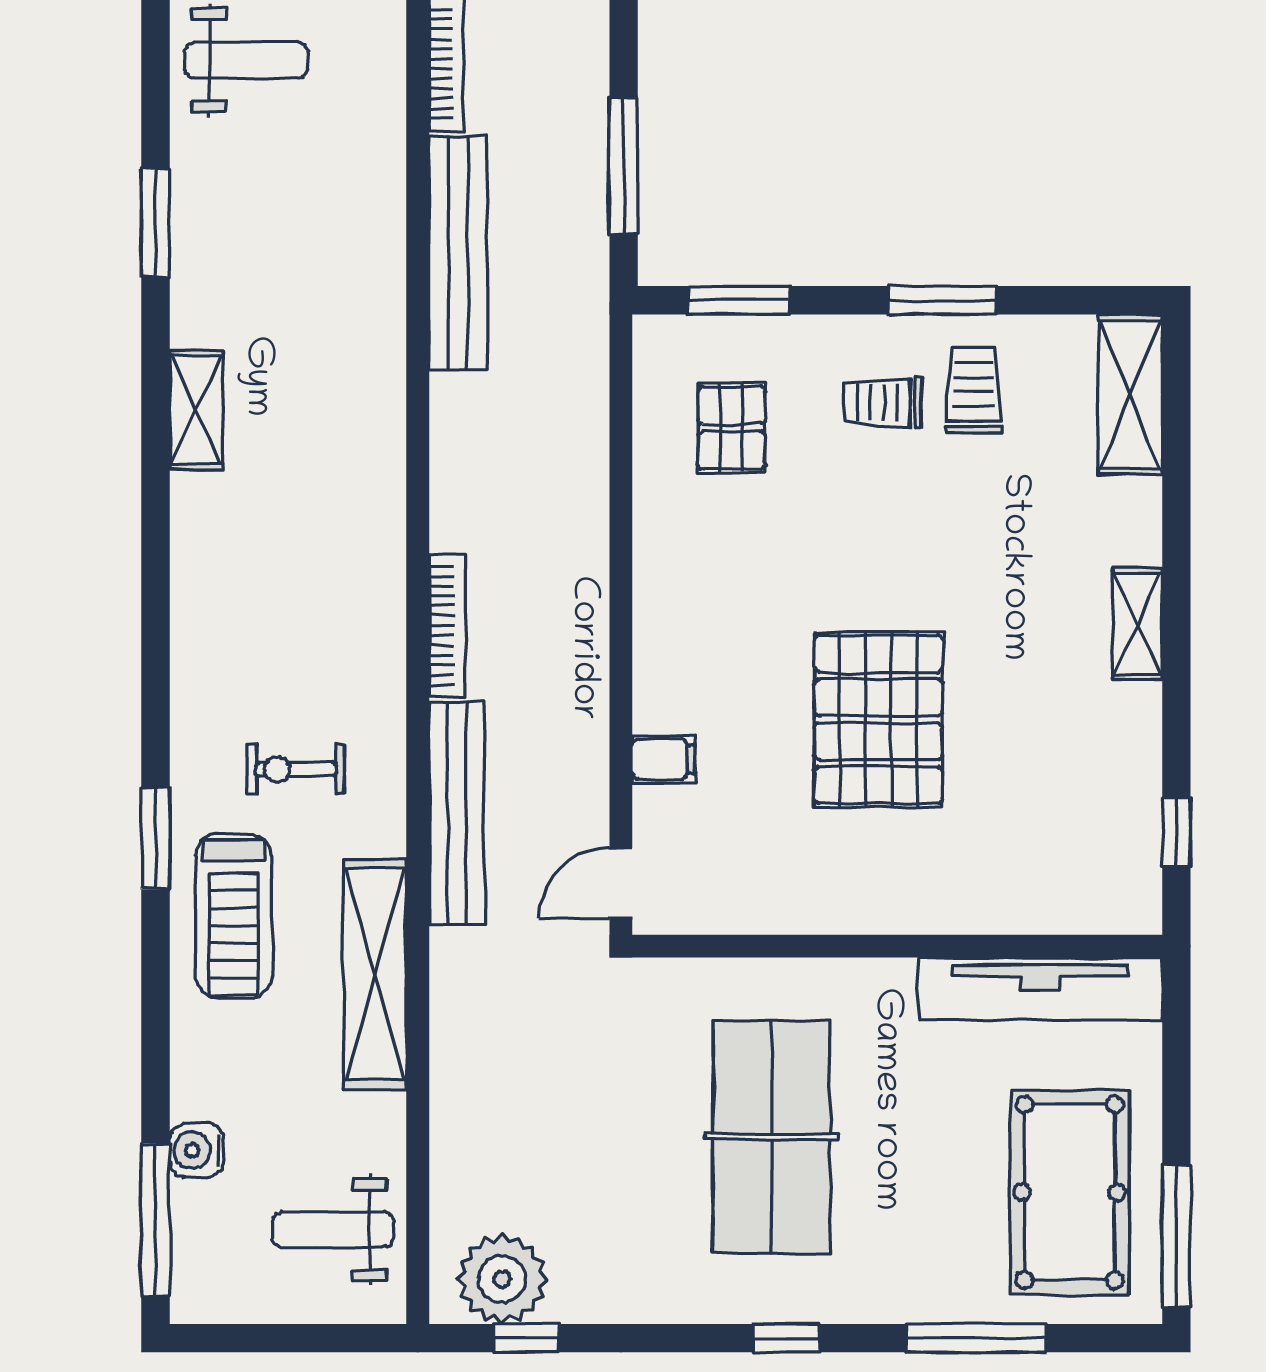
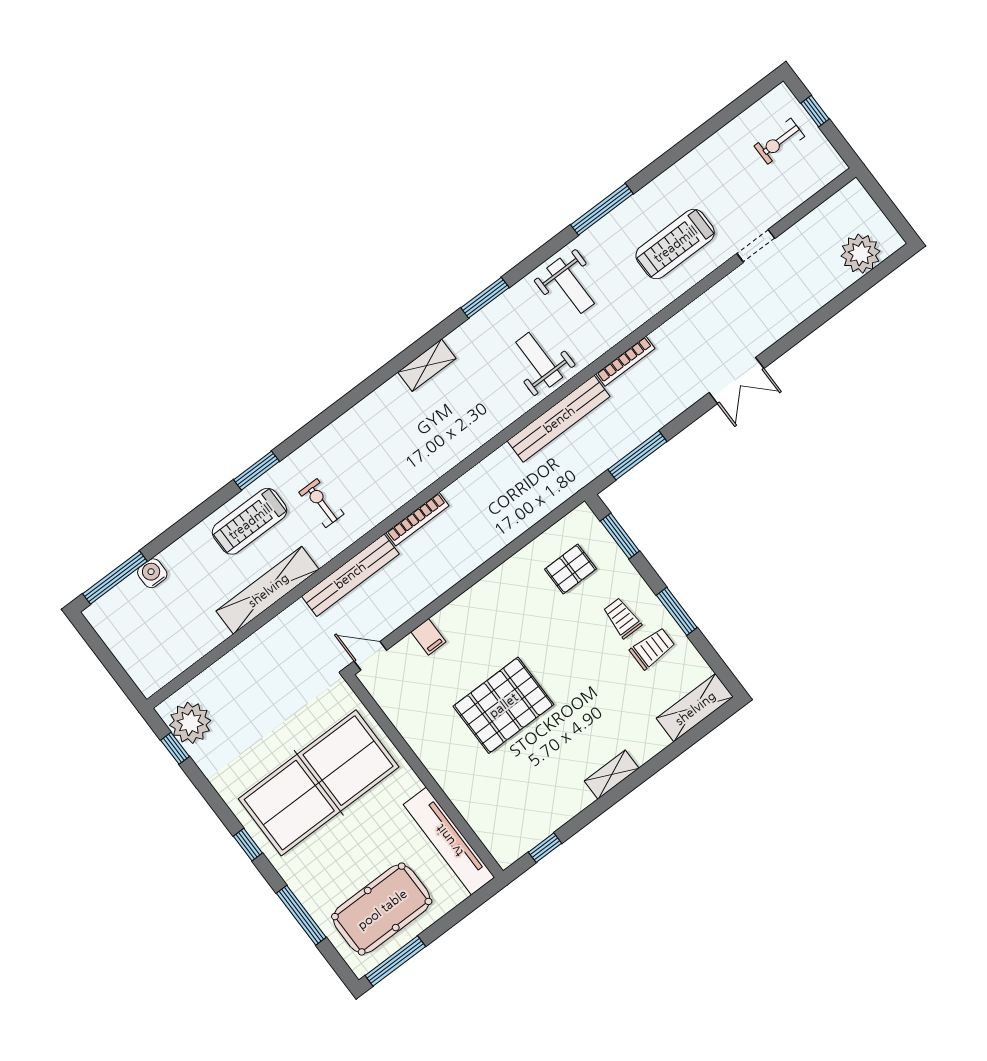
table tennis table: (772, 1137) -> (319, 783), width x1.36, depth x1.32
weight bench: (333, 1230) -> (539, 360), moved

